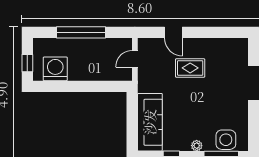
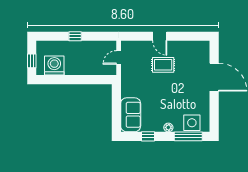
window: (81, 32) -> (75, 36), width x0.32
door: (173, 32) -> (160, 36), moved
sofa: (150, 122) -> (131, 115), width x0.73

